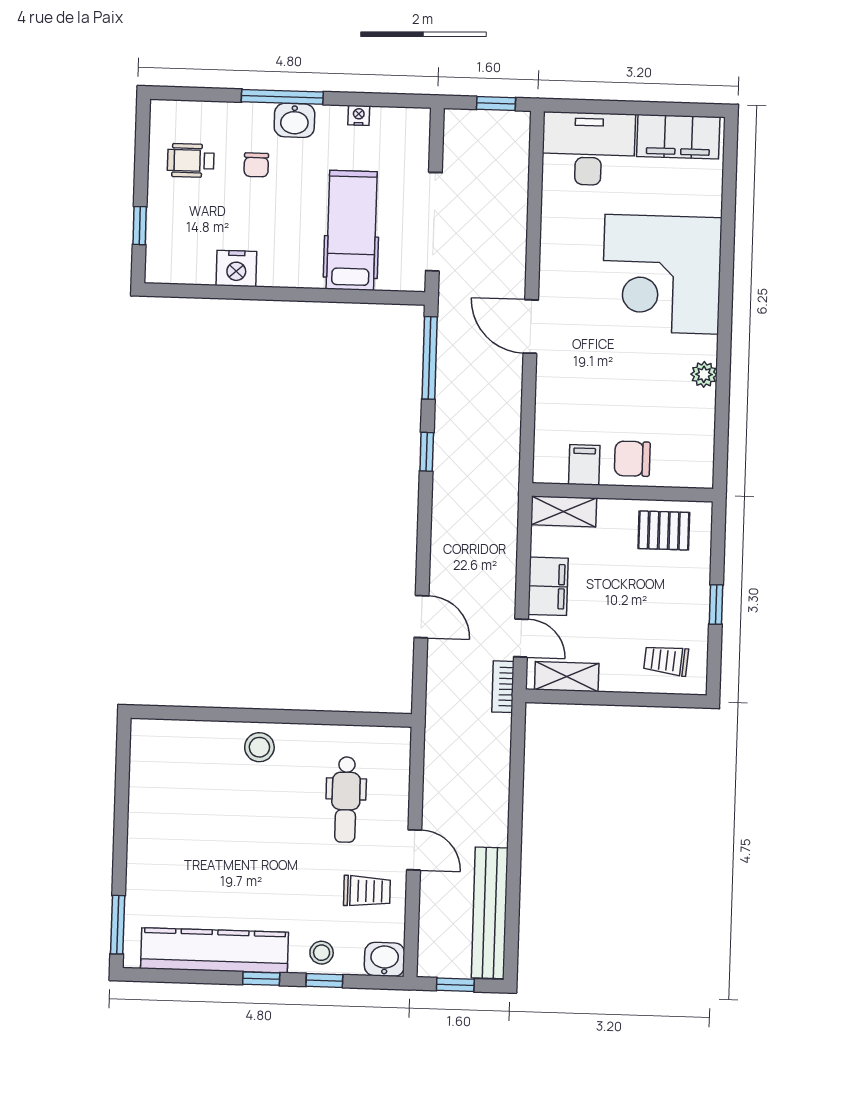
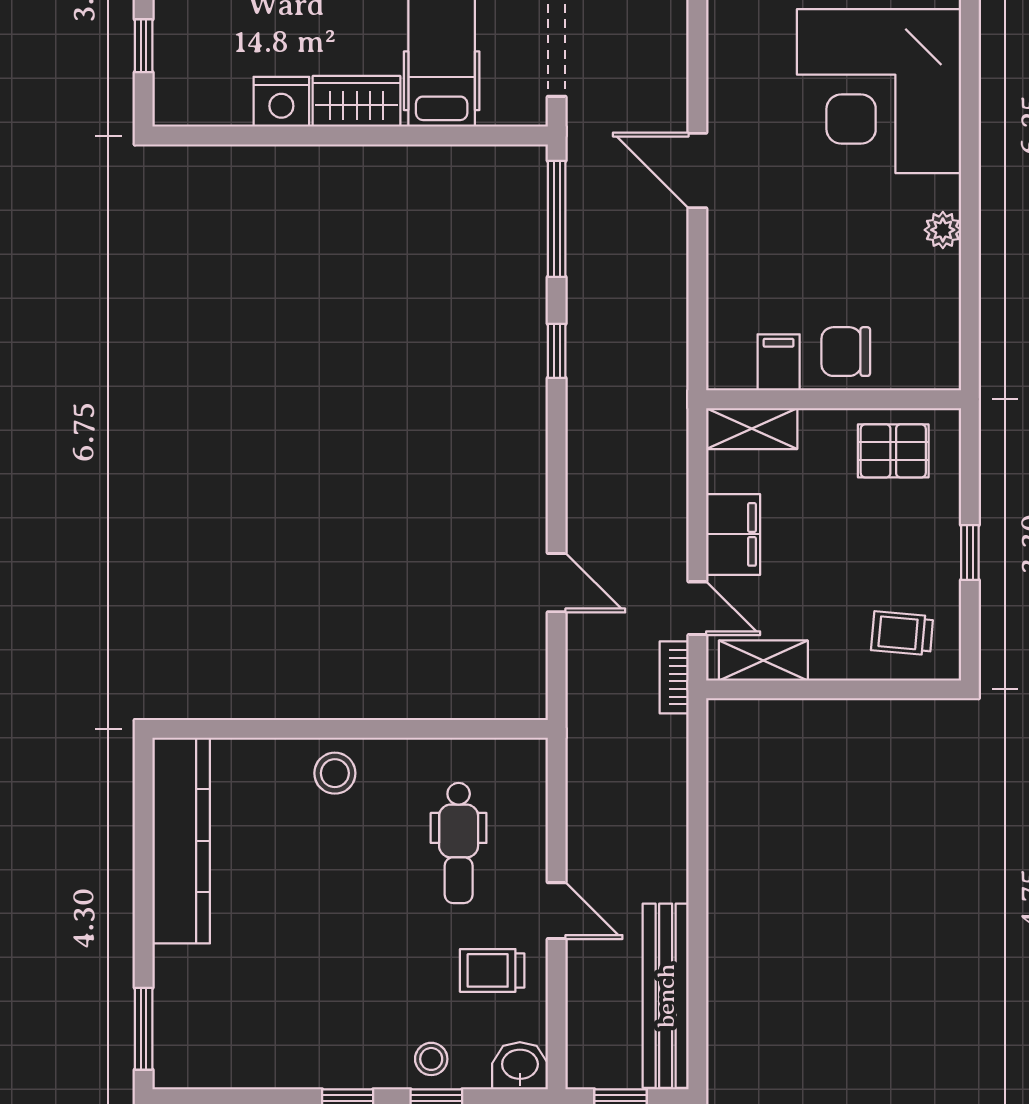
wardrobe: (290, 270) -> (357, 101), added
trolley: (367, 891) -> (492, 970), turned 180
kitchen counter: (215, 950) -> (181, 841), moved, turned 90

